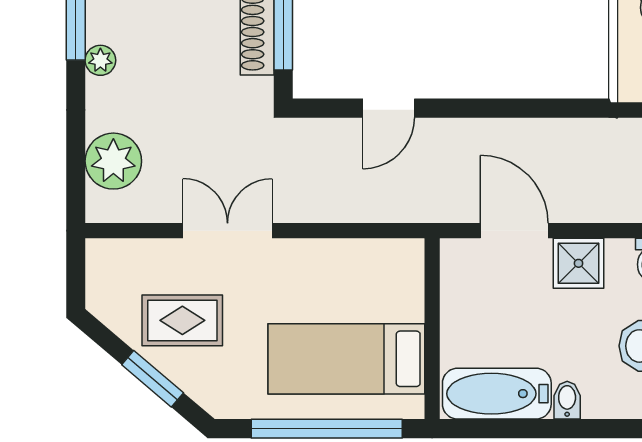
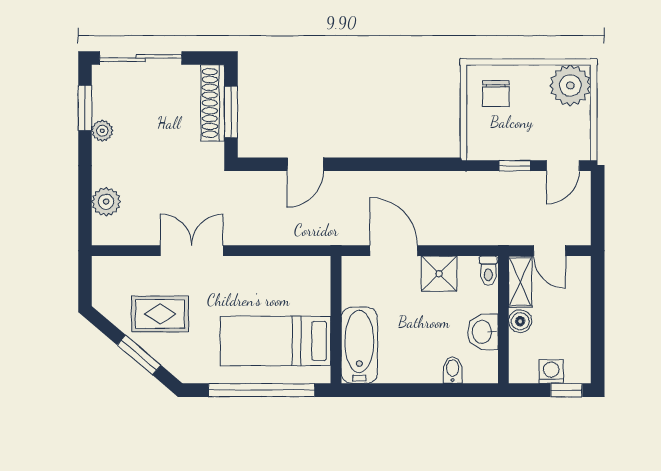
plant: (113, 161) -> (106, 202), width x0.73, depth x0.73
bathtub: (497, 394) -> (359, 345), moved, turned 90
bidet: (567, 400) -> (453, 370), moved

